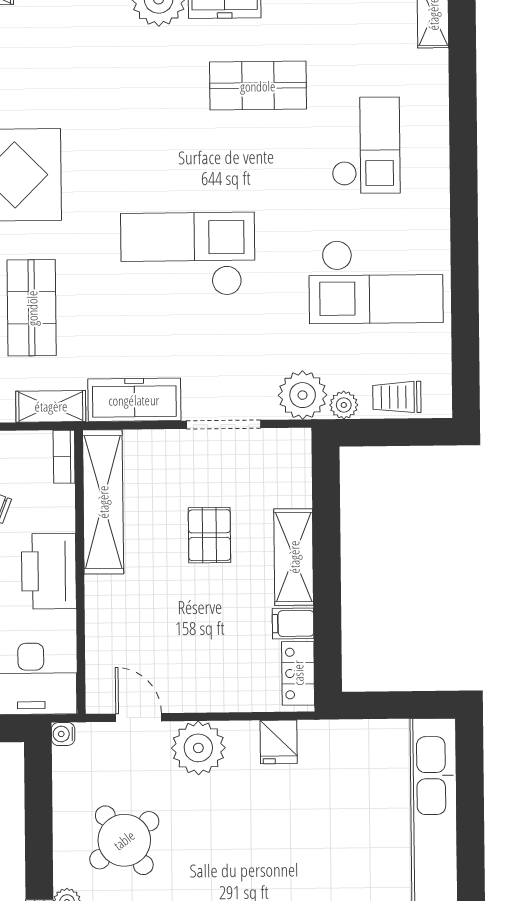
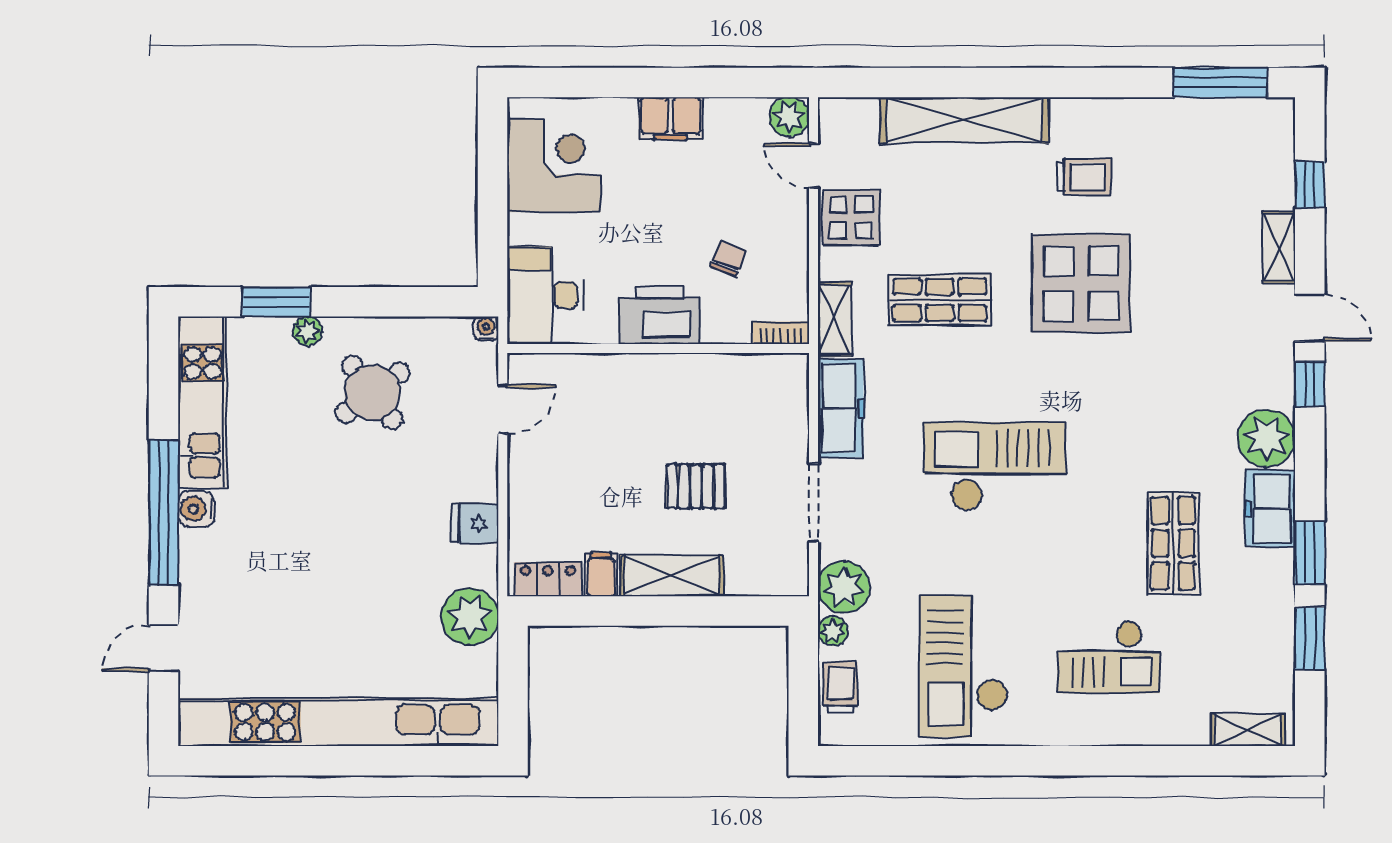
checkout: (188, 254) -> (995, 467), turned -90
shelving: (103, 502) -> (732, 374), removed
fridge: (279, 742) -> (475, 523), moved
plant: (198, 748) -> (470, 617), moved

